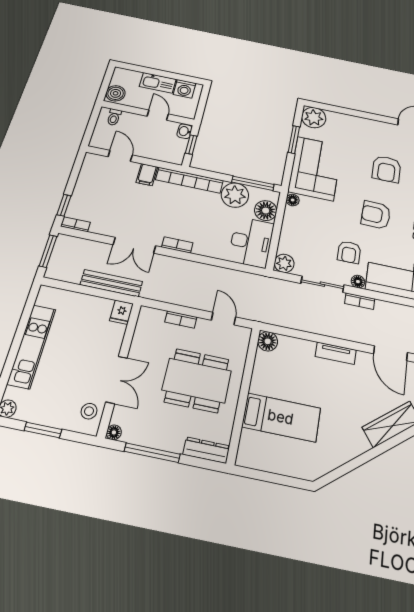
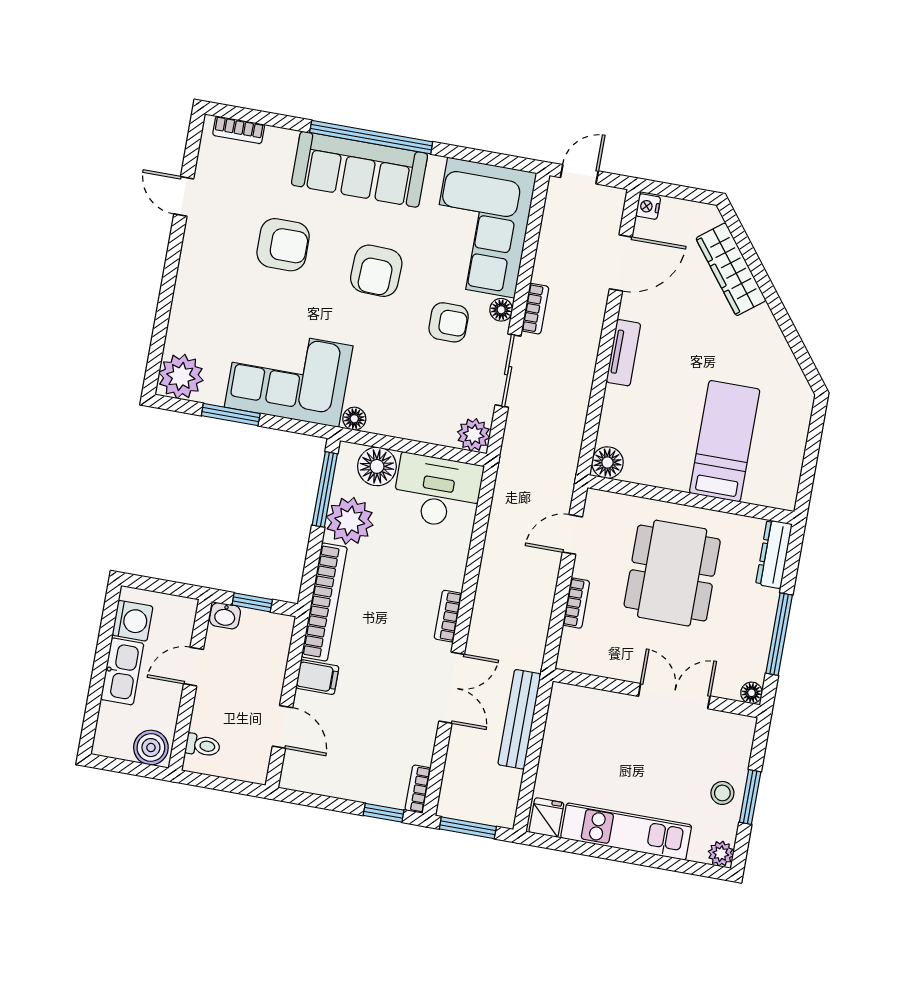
door: (120, 156) -> (282, 727), swing flipped
fridge: (121, 312) -> (546, 818), moved, turned -90
stool: (89, 411) -> (722, 793), moved

